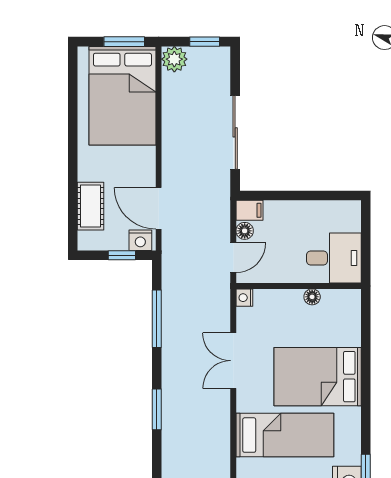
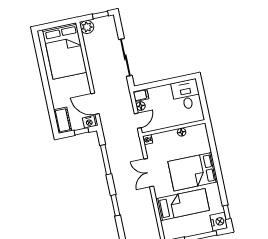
window: (124, 42) -> (60, 23), removed
cot: (90, 206) -> (63, 120), moved
desk: (334, 258) -> (186, 95), moved, turned -90

